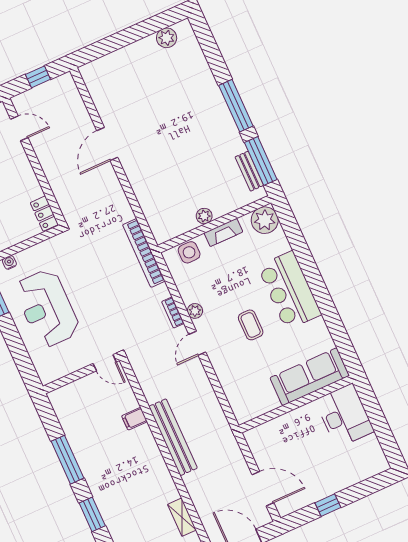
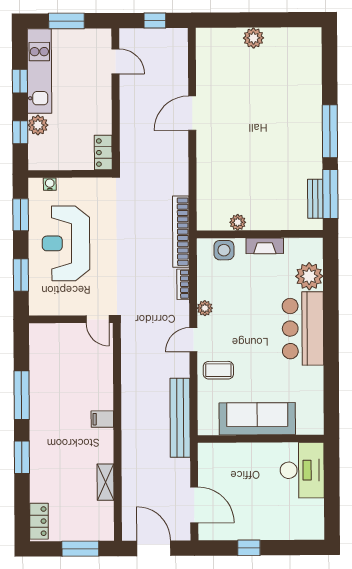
plant: (167, 38) -> (253, 38), moved
plant: (204, 216) -> (238, 222), moved
plant: (265, 220) -> (309, 276), moved
bookcase: (173, 313) -> (183, 284), moved
coffee table: (251, 325) -> (218, 370), moved, turned 90
window: (20, 354) -> (21, 275), added
sofa: (310, 377) -> (257, 419), moved
filing cabinet: (134, 419) -> (102, 419), moved
bench: (173, 437) -> (180, 418), moved
shelving: (182, 517) -> (106, 482), moved

